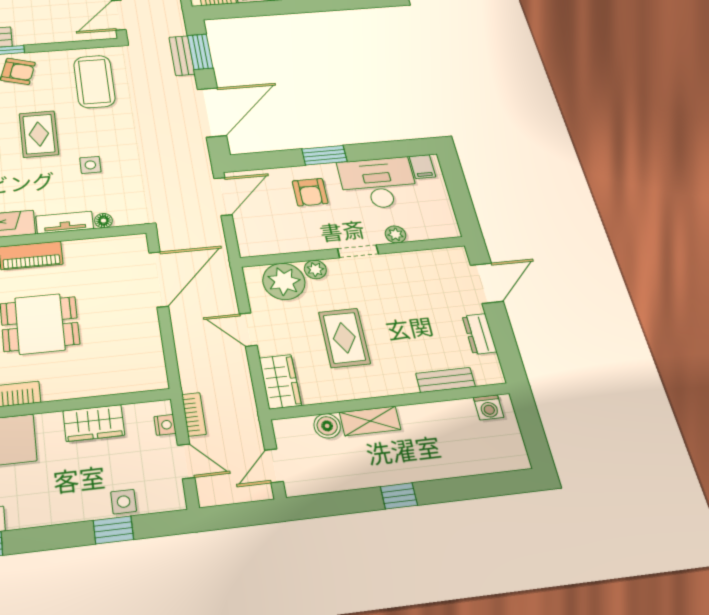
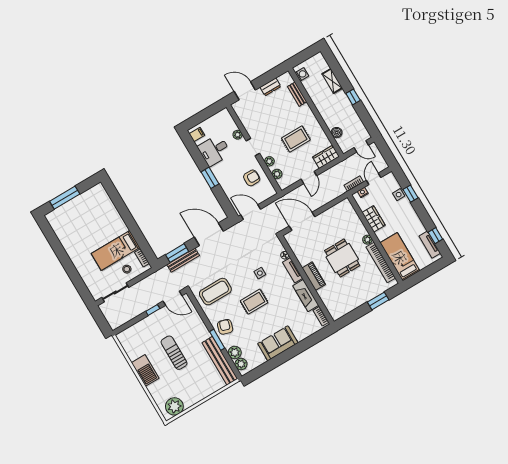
bench: (182, 56) -> (183, 260), width x1.36
desk: (378, 183) -> (214, 150), width x0.73
armchair: (310, 192) -> (252, 178), moved
plant: (284, 281) -> (277, 174), width x0.53, depth x0.53
plant: (53, 391) -> (367, 240), added
shelving: (370, 421) -> (332, 81), moved

